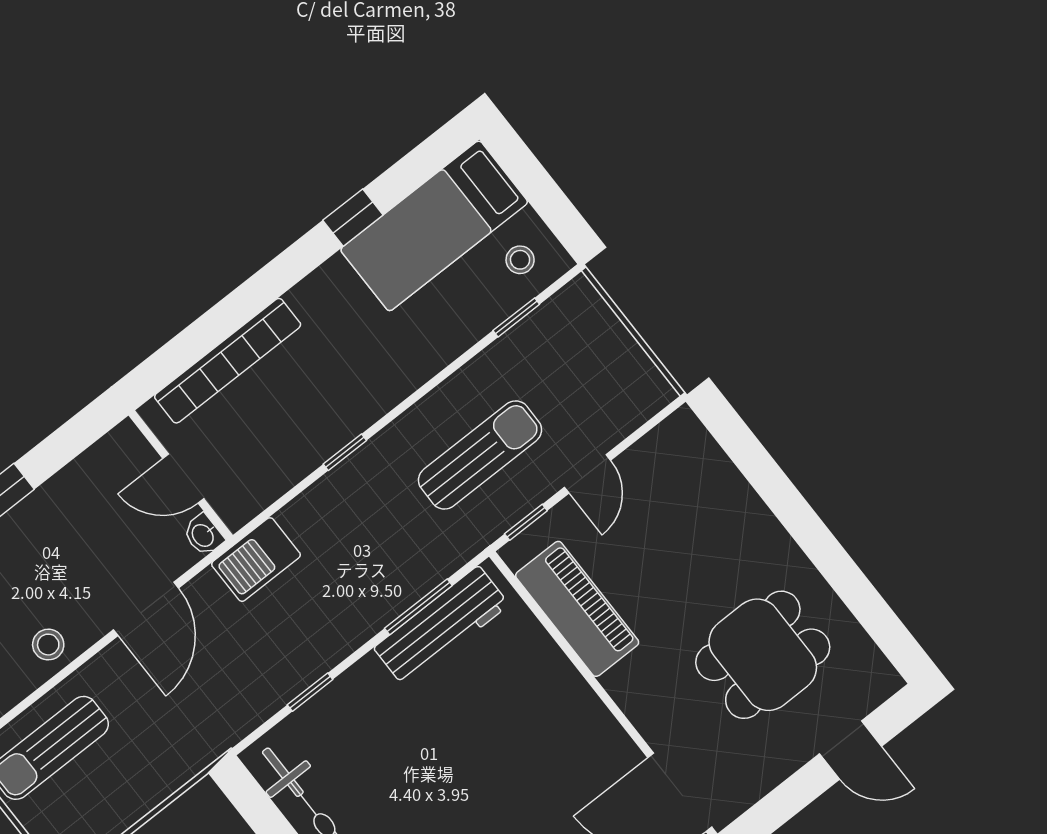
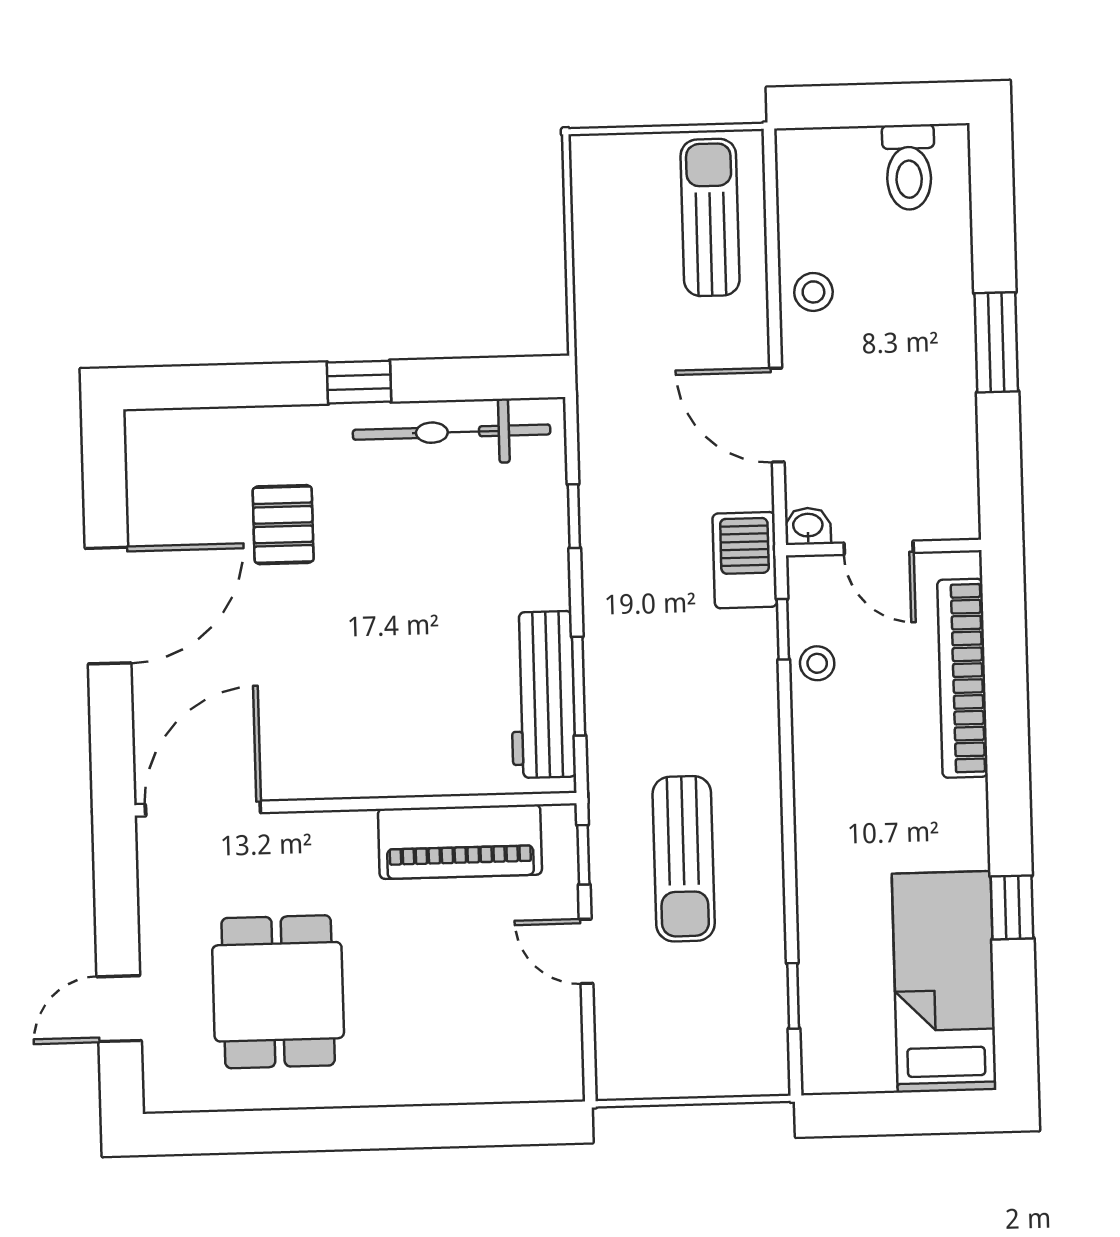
stool: (520, 260) -> (817, 663), moved
window: (345, 452) -> (783, 629), moved
door: (183, 478) -> (879, 548), swing flipped

